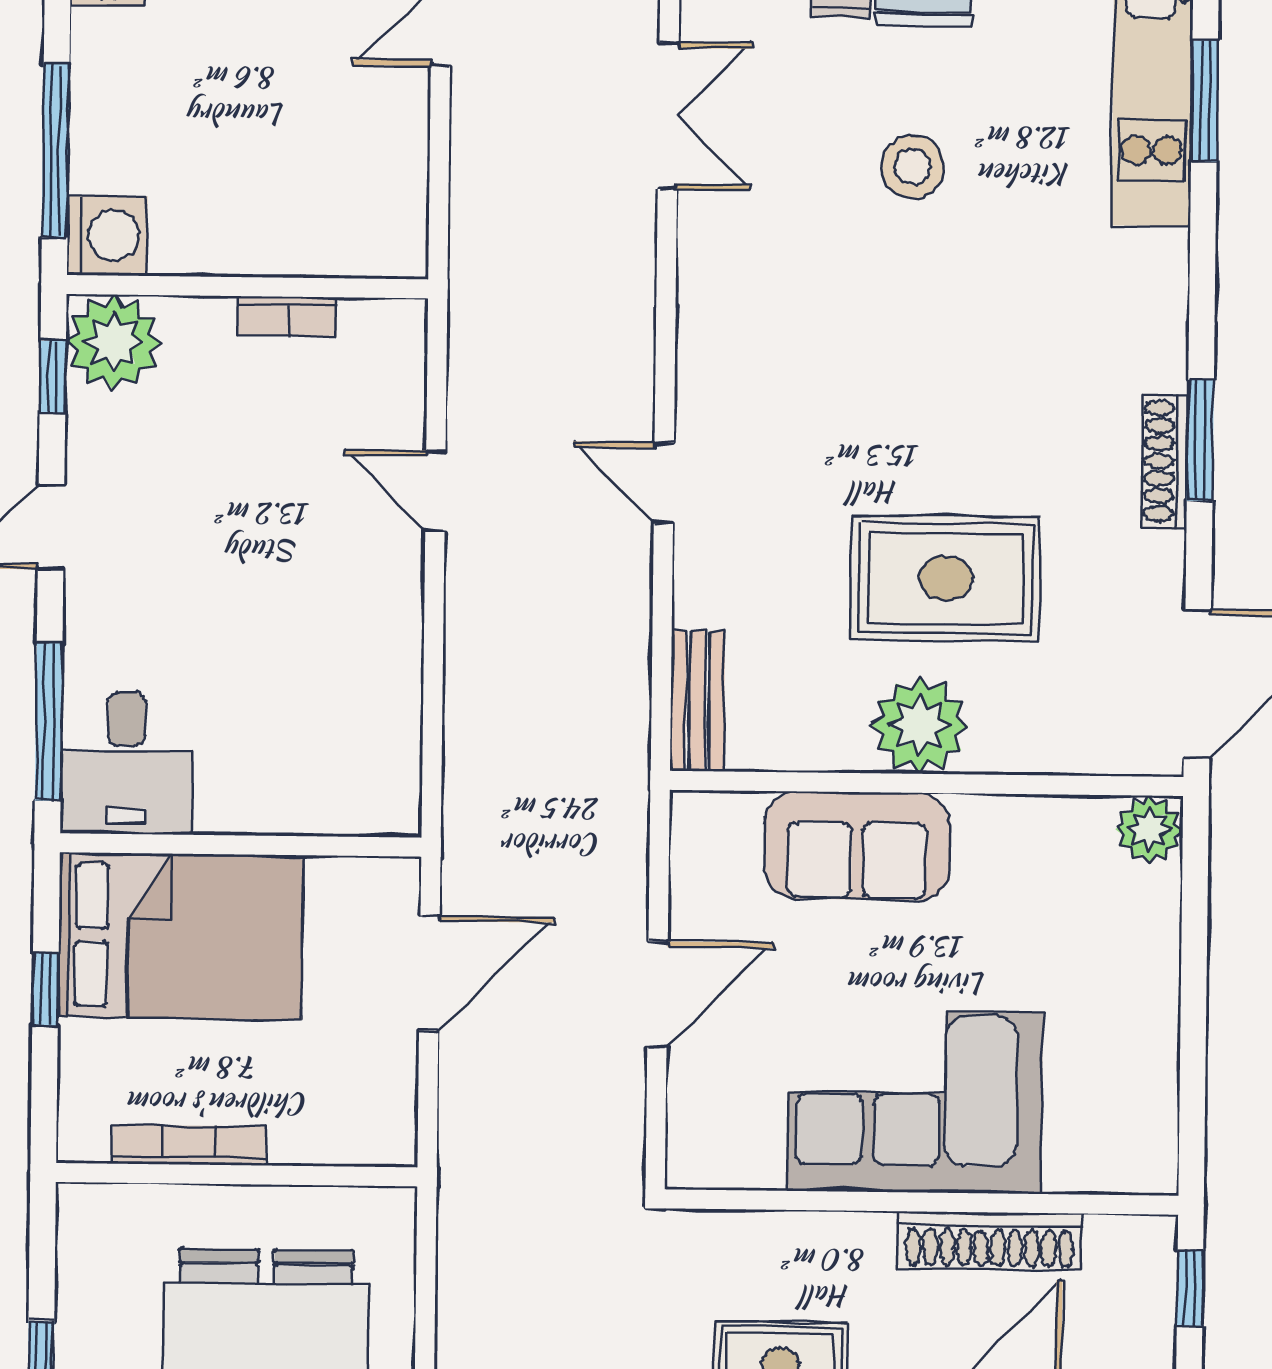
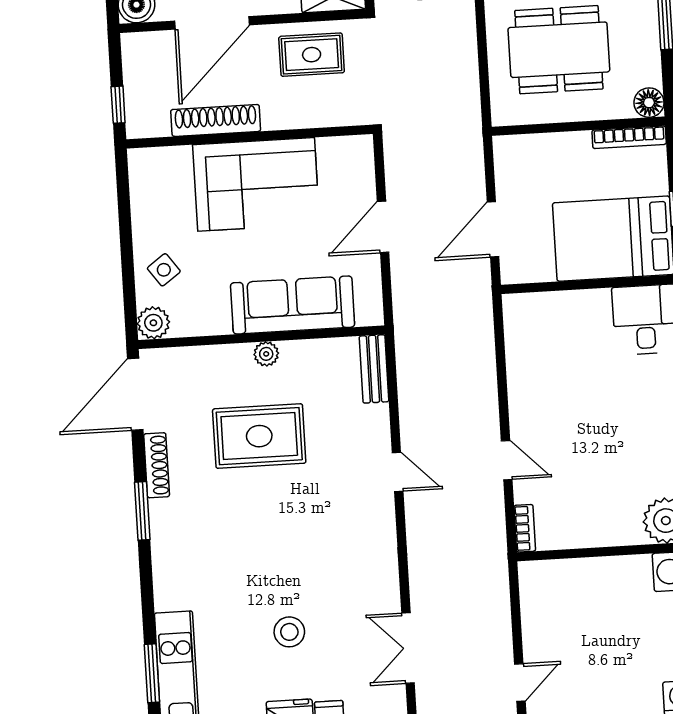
bookcase: (288, 316) -> (525, 528), moved, turned 90
shoe rack: (1165, 461) -> (157, 465), moved
plant: (920, 726) -> (266, 354), width x0.53, depth x0.53
sofa: (857, 846) -> (293, 305), width x1.36
side table: (1120, 938) -> (164, 270), added
bookcase: (189, 1145) -> (629, 137), moved
floor lamp: (86, 1213) -> (649, 103), added

